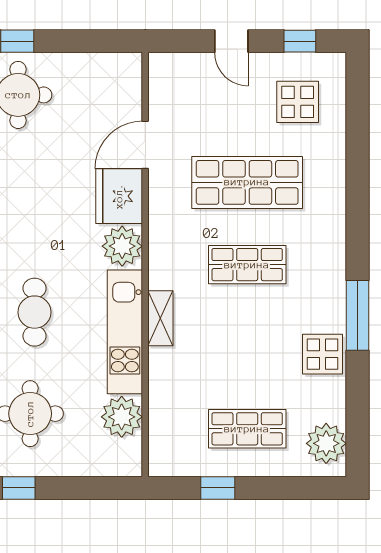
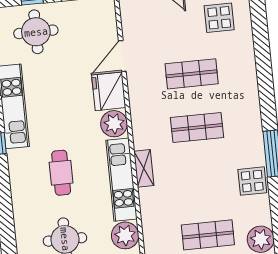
shop shelf: (247, 182) -> (192, 74), width x0.70, depth x0.74

